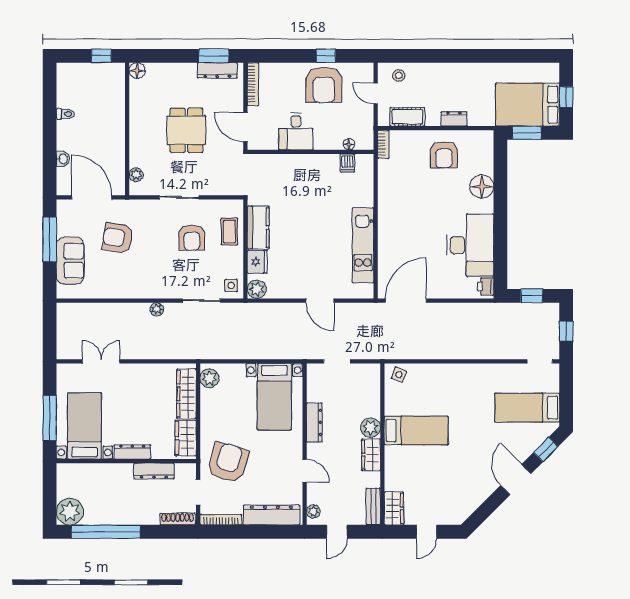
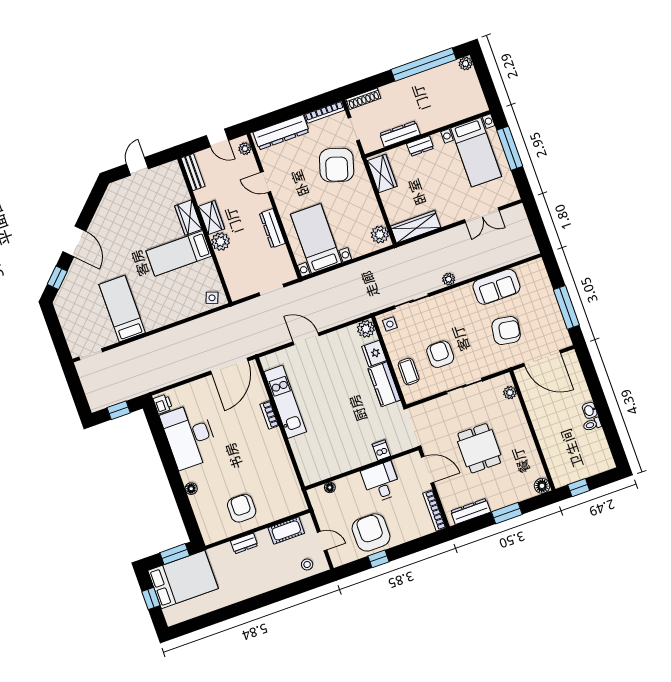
window: (214, 56) -> (507, 513), moved
bookcase: (383, 144) -> (269, 415), moved
washbasin: (63, 159) -> (590, 410), moved
dishwasher: (347, 163) -> (381, 450), moved
floor lamp: (482, 187) -> (191, 489), width x0.53, depth x0.53
sofa: (70, 261) -> (496, 287), moved, turned -90
window: (566, 331) -> (77, 390), removed
wardrobe: (186, 394) -> (416, 227), moved, turned -90
bed: (527, 408) -> (122, 309), moved, turned -90
dresser: (132, 452) -> (420, 146), width x0.70
wardrobe: (394, 508) -> (188, 218), moved
plant: (70, 512) -> (466, 64), width x0.53, depth x0.53
door: (337, 532) -> (217, 138), swing flipped

